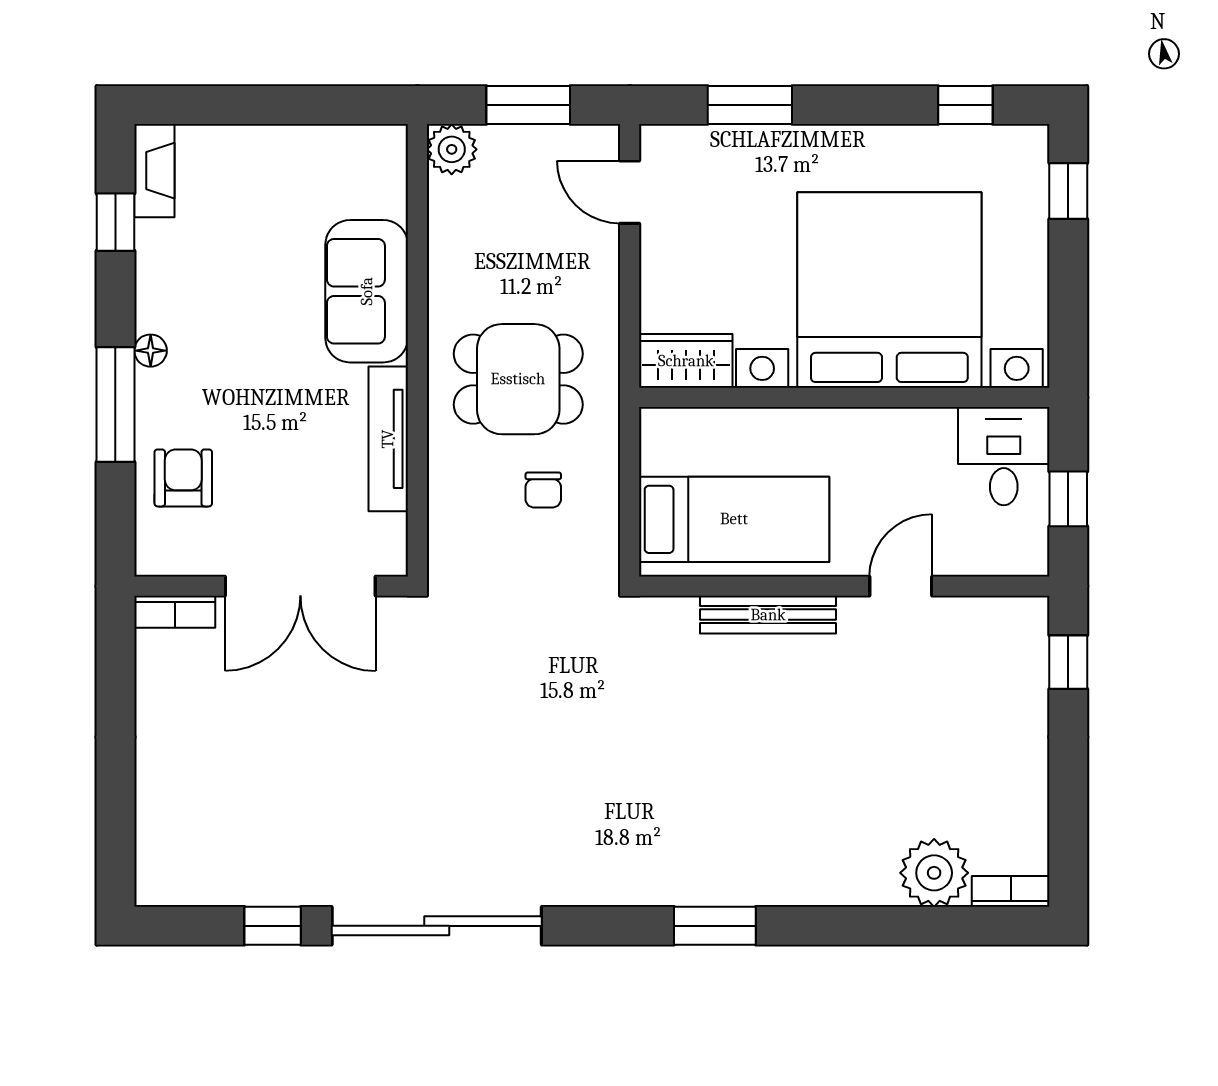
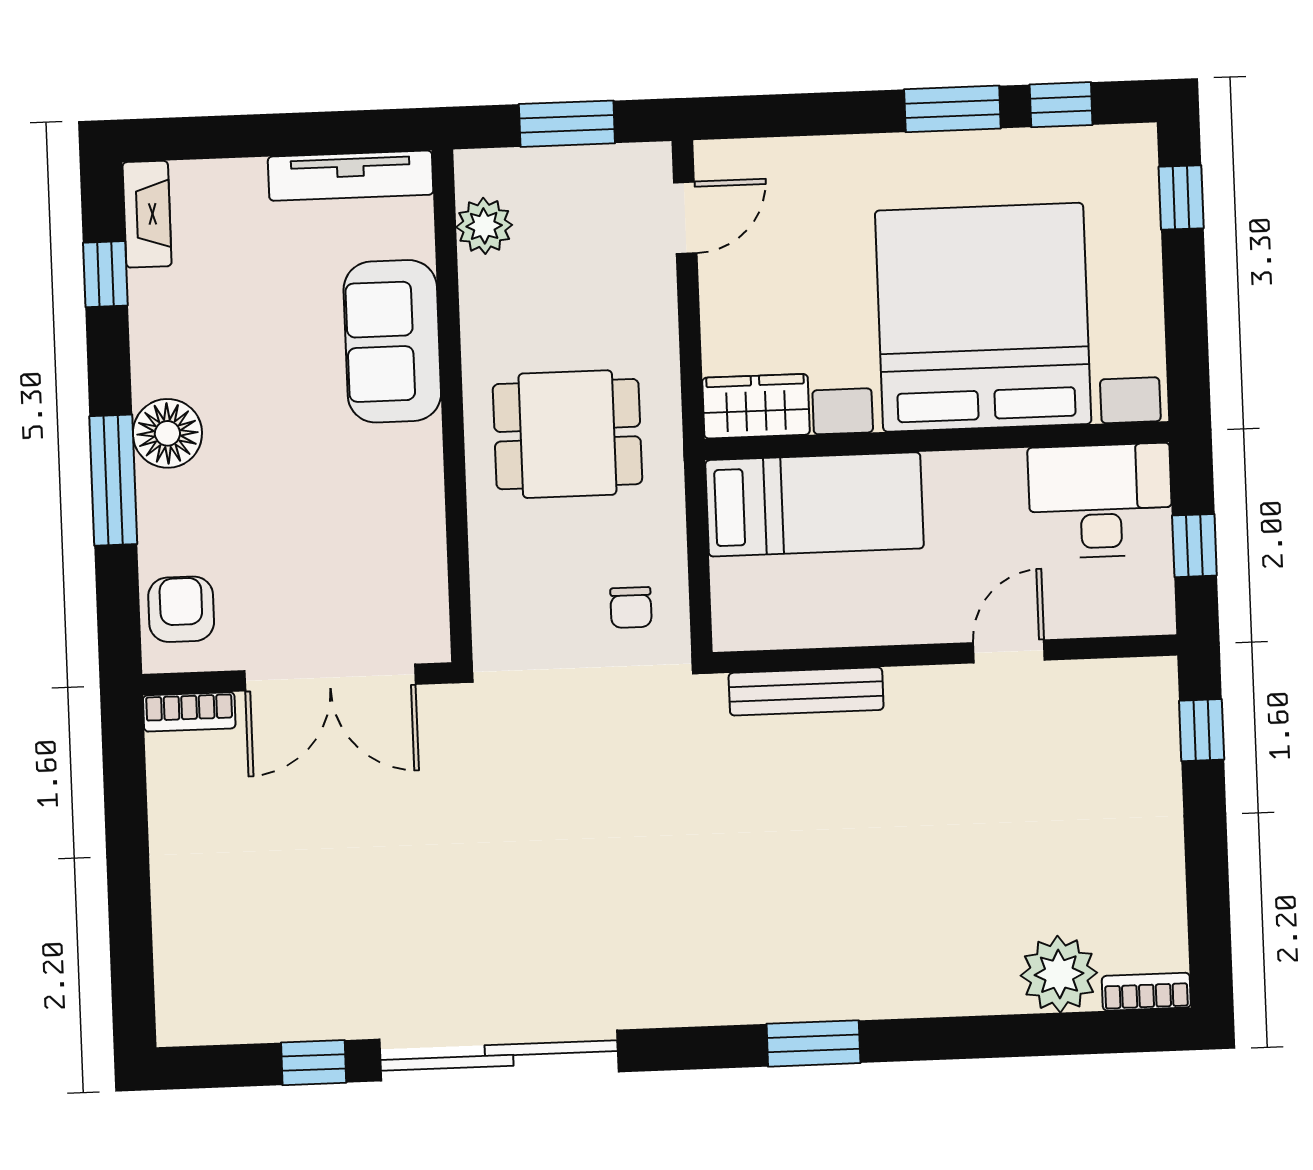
window: (750, 105) -> (952, 109), moved
plant: (452, 149) -> (484, 226), moved
door: (630, 192) -> (685, 218), swing flipped
floor lamp: (151, 351) -> (167, 433), width x1.89, depth x1.89
tv unit: (388, 439) -> (351, 176), moved, turned -90
desk: (1004, 456) -> (1100, 501), width x1.37
armchair: (183, 478) -> (181, 609), moved
chair: (543, 490) -> (631, 607), moved
bed: (734, 519) -> (814, 504), moved
bench: (768, 615) -> (806, 691), moved

